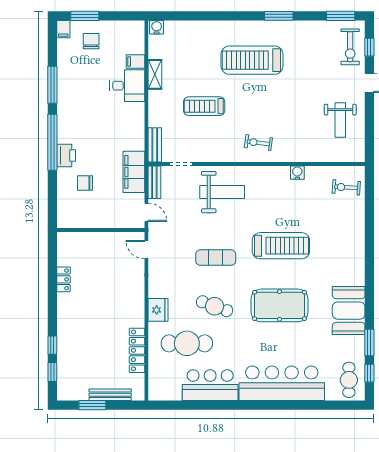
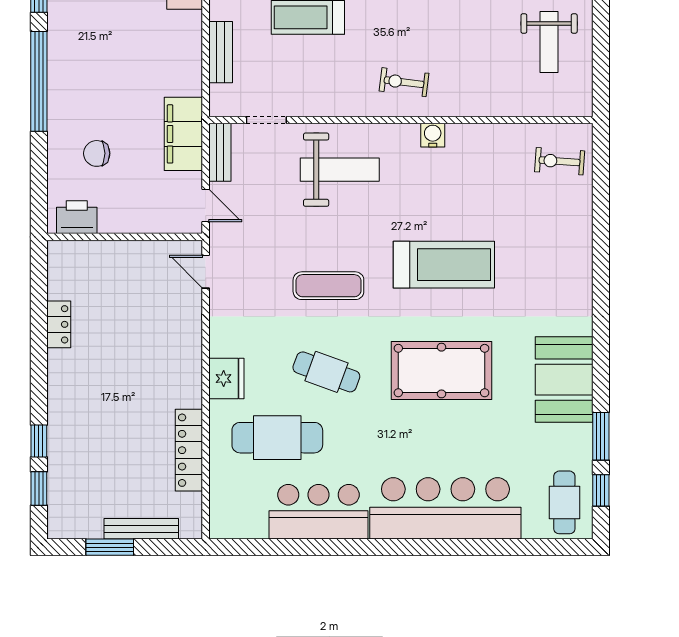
bench: (155, 145) -> (221, 52), moved
printer: (66, 155) -> (77, 217), moved, turned -90
water cooler: (297, 173) -> (433, 135), moved

